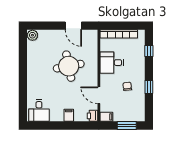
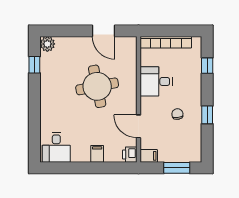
window: (23, 50) -> (34, 65), added

